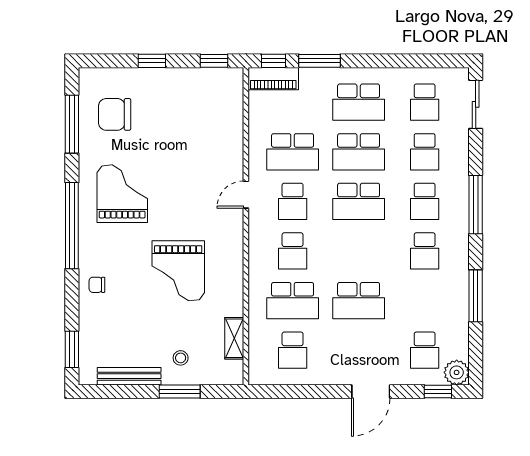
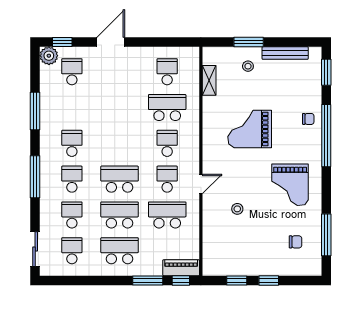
window: (214, 61) -> (237, 281), moved
chair: (115, 114) -> (296, 242), width x0.54, depth x0.54
stool: (195, 160) -> (237, 209), added
window: (72, 226) -> (326, 136), moved
grand piano: (178, 271) -> (250, 129), turned -90
school desk: (359, 301) -> (120, 108), removed

